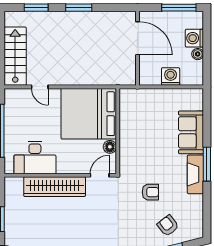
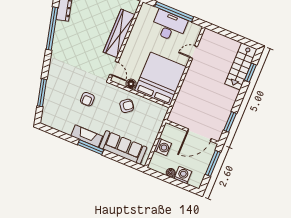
window: (79, 8) -> (230, 122), moved
window: (179, 8) -> (213, 163), moved
stairs: (15, 56) -> (241, 66), moved, turned 90
sofa: (191, 132) -> (123, 147), width x1.36
desk: (35, 158) -> (169, 26), moved, turned 90
armchair: (168, 226) -> (127, 106), moved

